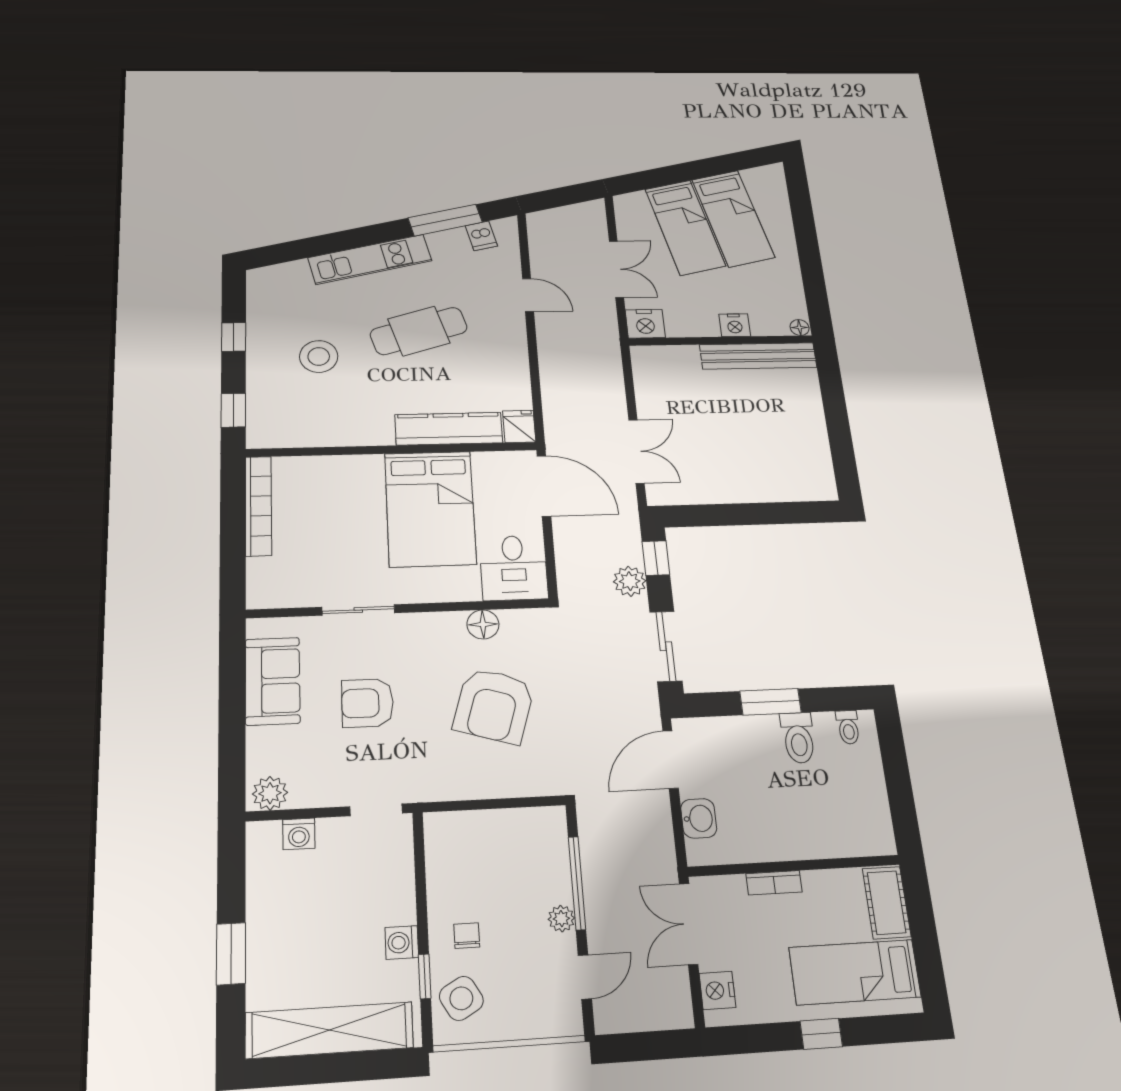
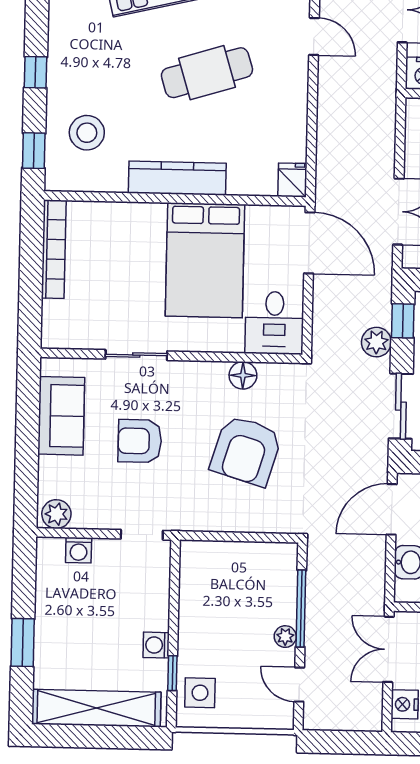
stool: (319, 356) -> (87, 133), moved
kitchen counter: (449, 429) -> (177, 178), moved
chair: (467, 936) -> (208, 644), removed
door: (585, 977) -> (299, 685), swing flipped
side table: (461, 998) -> (200, 693), turned 30

